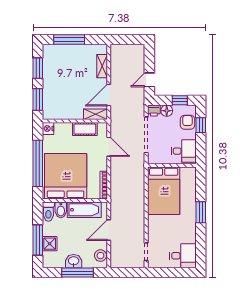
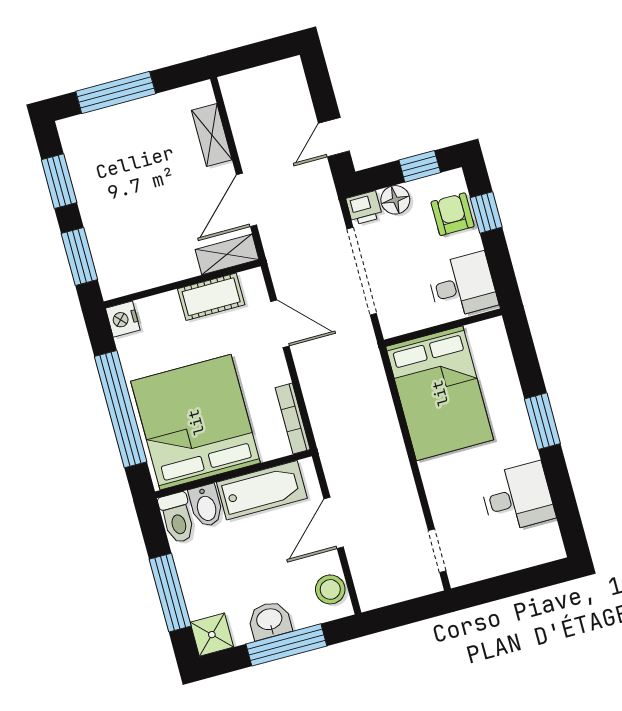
shower: (50, 244) -> (212, 635), moved
desk: (183, 256) -> (517, 497), moved

